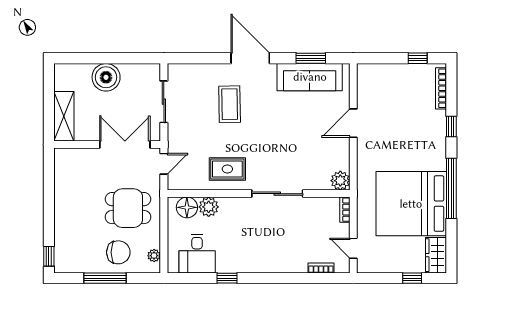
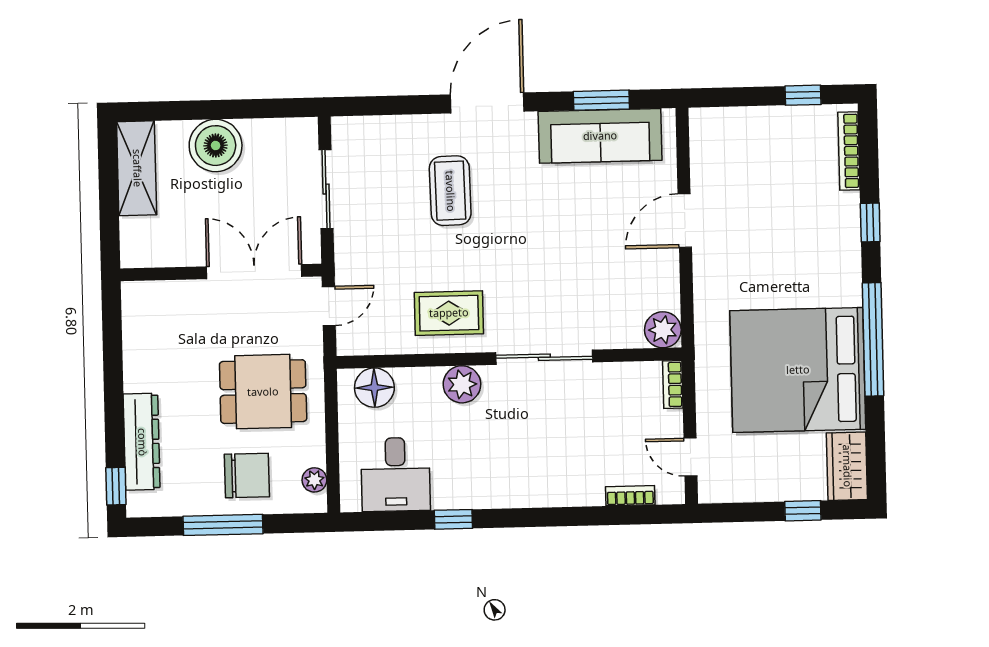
door: (250, 58) -> (487, 103), hinge flipped
shelving: (64, 116) -> (137, 168), moved
plant: (209, 207) -> (462, 384), moved
dresser: (63, 233) -> (142, 442), added

